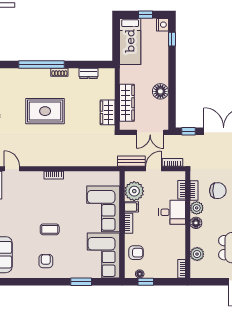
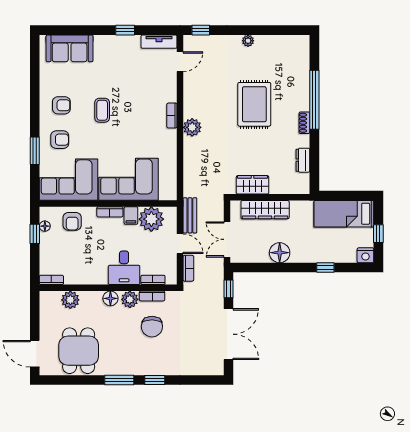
window: (172, 39) -> (325, 268), moved
plant: (63, 159) -> (192, 127), added
armchair: (72, 262) -> (60, 140), added

